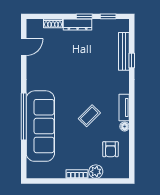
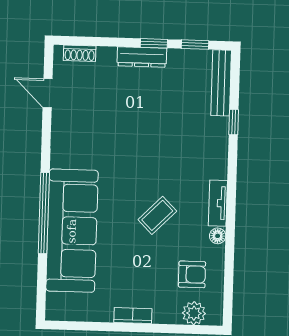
shoe rack: (53, 23) -> (80, 53), moved
door: (24, 47) -> (48, 93), swing flipped
bench: (124, 51) -> (221, 83), moved
armchair: (110, 149) -> (192, 274), turned -90
plant: (96, 172) -> (194, 313), moved

